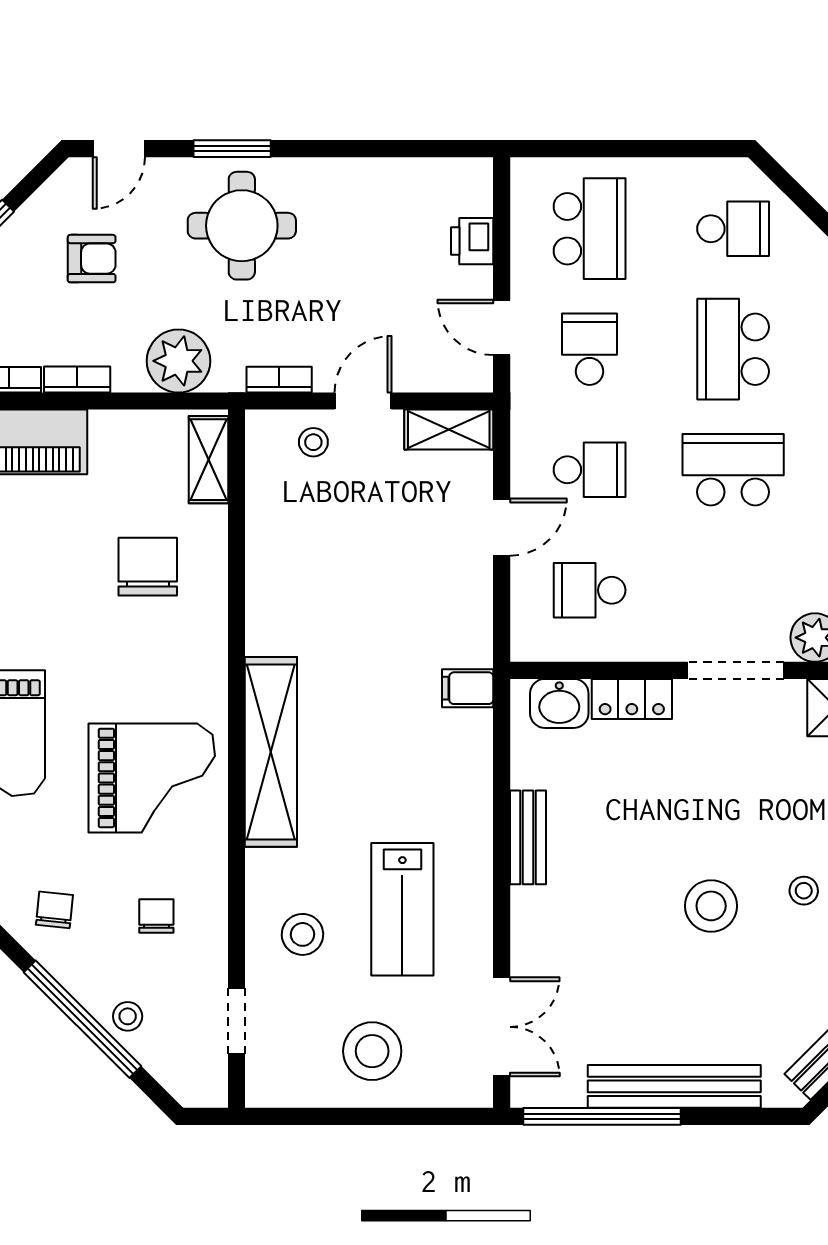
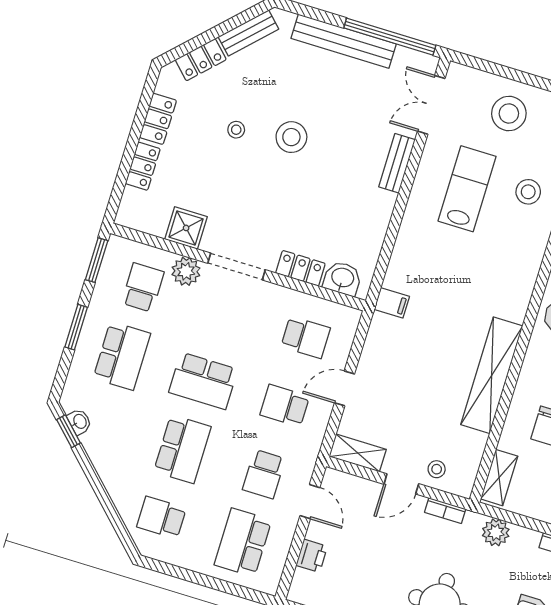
plant: (178, 361) -> (496, 532), width x0.73, depth x0.73
shelving: (271, 752) -> (492, 375), moved
bench: (528, 837) -> (397, 163), moved

